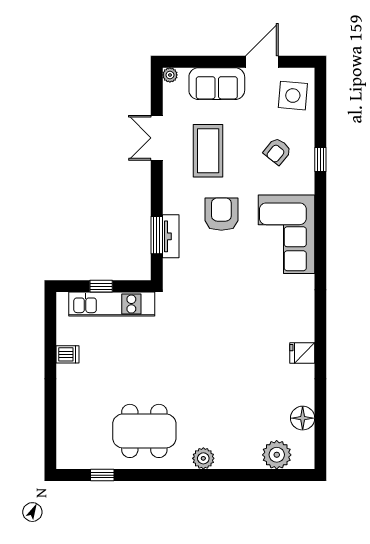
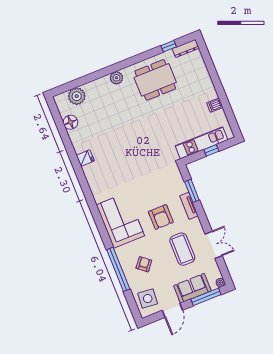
window: (201, 62) -> (206, 297), added
window: (320, 159) -> (118, 269), width x3.17
tv unit: (171, 236) -> (189, 206), moved
dresser: (77, 461) -> (186, 48), added

